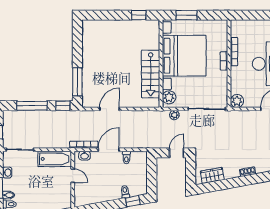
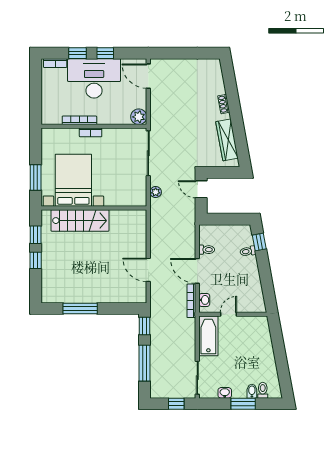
window: (118, 15) -> (36, 260), added
bed with nightstands: (184, 56) -> (73, 180), width x0.73
stairs: (151, 74) -> (80, 221), moved
window: (77, 82) -> (80, 308), moved
plant: (169, 97) -> (134, 198), removed
wardrobe: (212, 175) -> (227, 140), width x1.50

